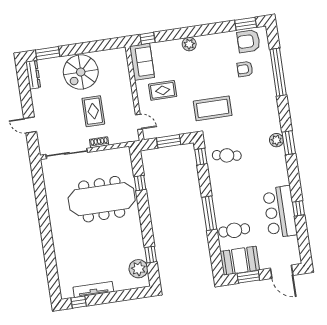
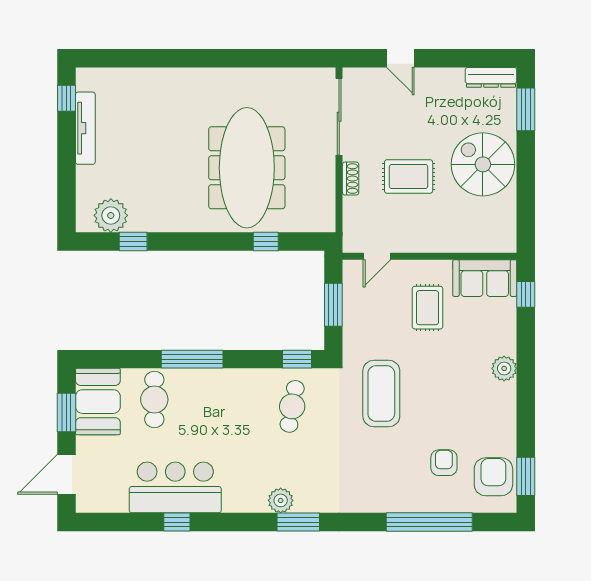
door: (30, 125) -> (400, 58), swing flipped
plant: (276, 140) -> (281, 500), moved

